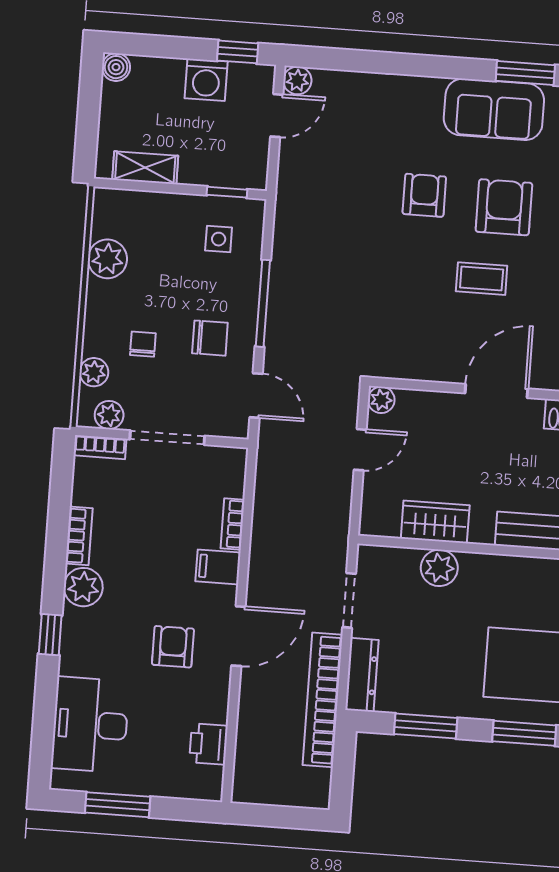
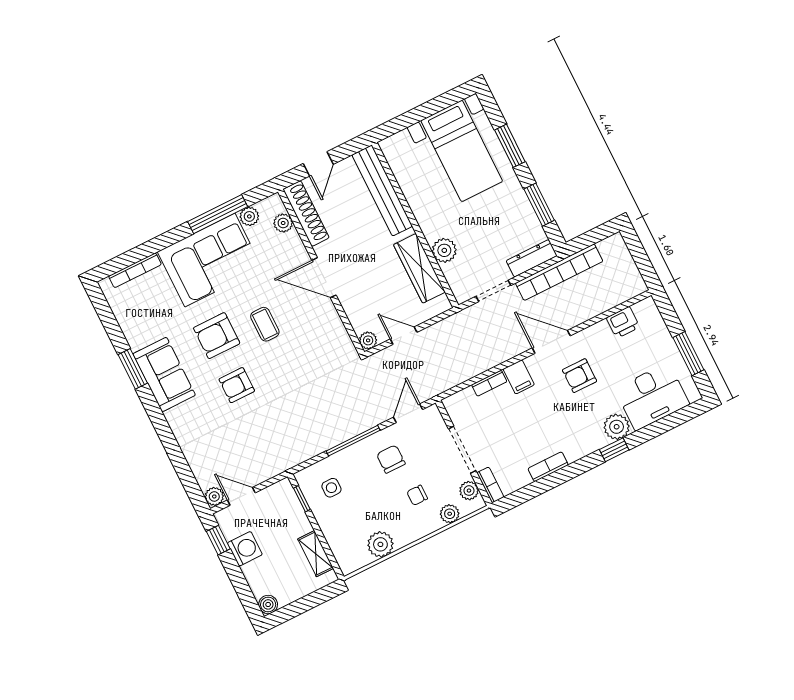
wardrobe: (435, 522) -> (419, 268), width x1.50
plant: (83, 587) -> (617, 427), moved

